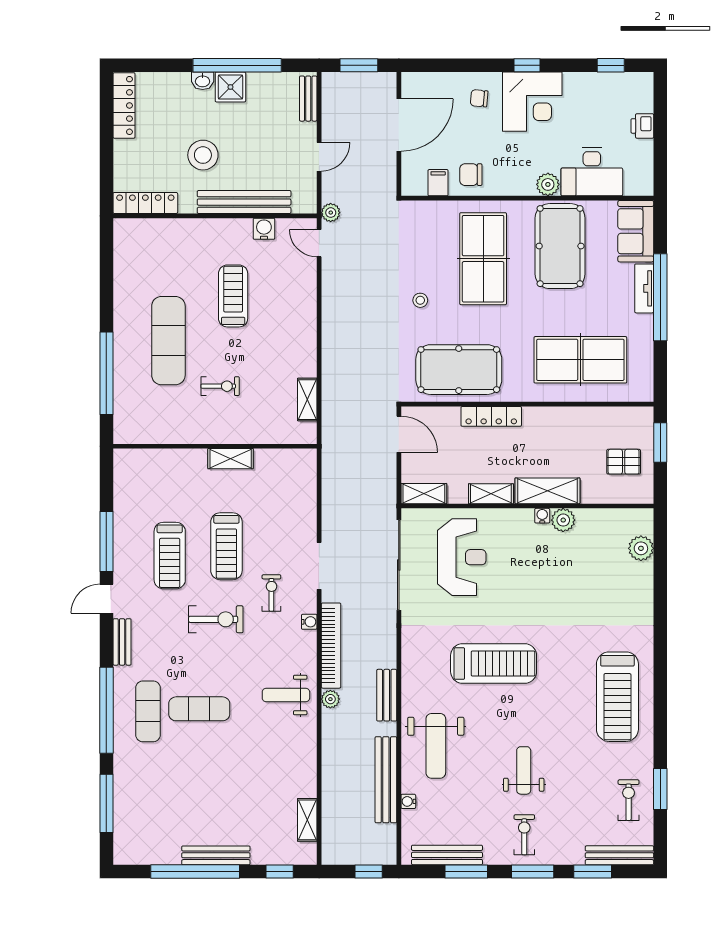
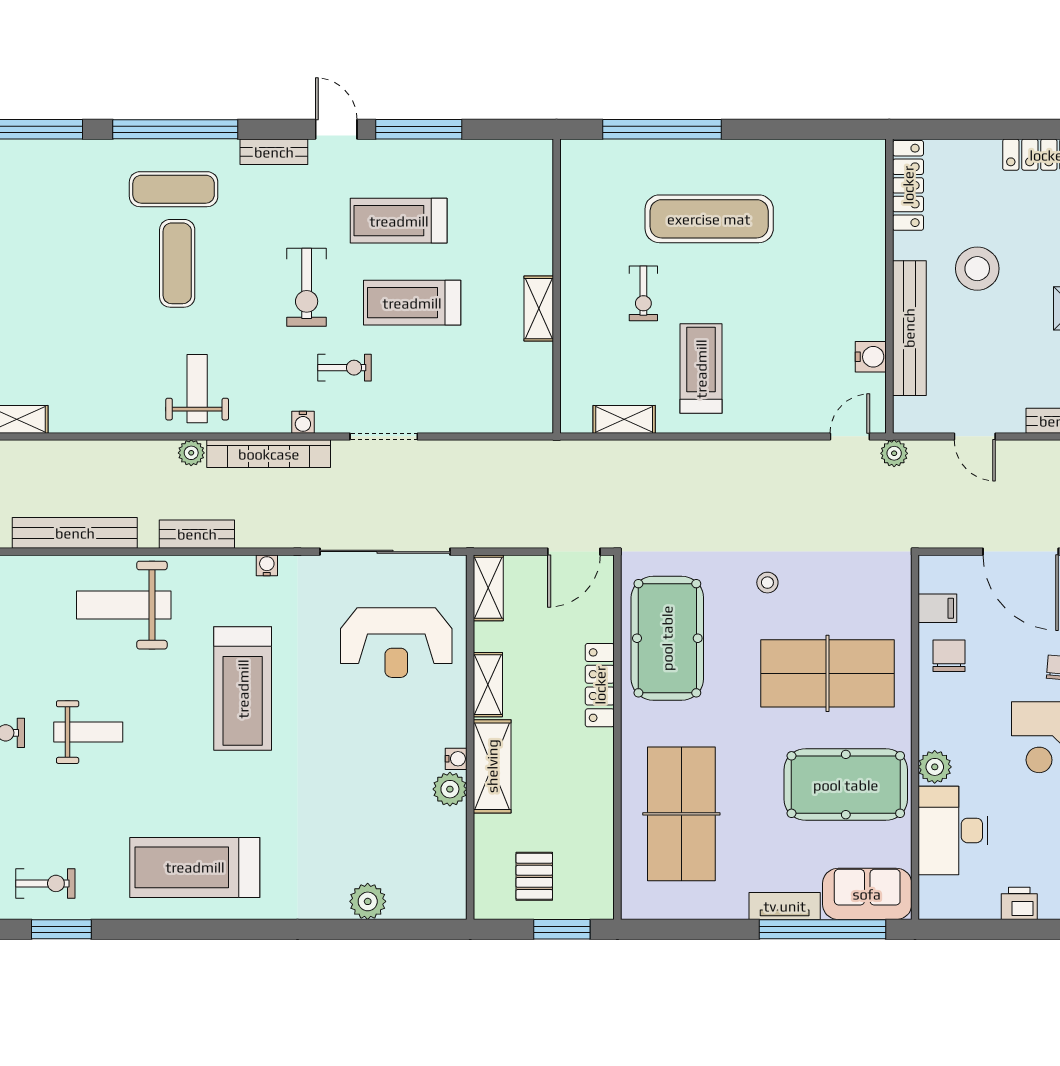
treadmill: (233, 296) -> (701, 369), moved, turned -90
window: (660, 297) -> (822, 929), moved
plant: (641, 548) -> (368, 901), moved
water cooler: (408, 801) -> (267, 565), moved

